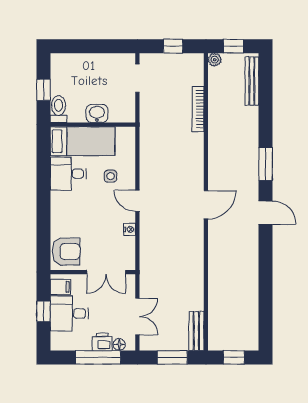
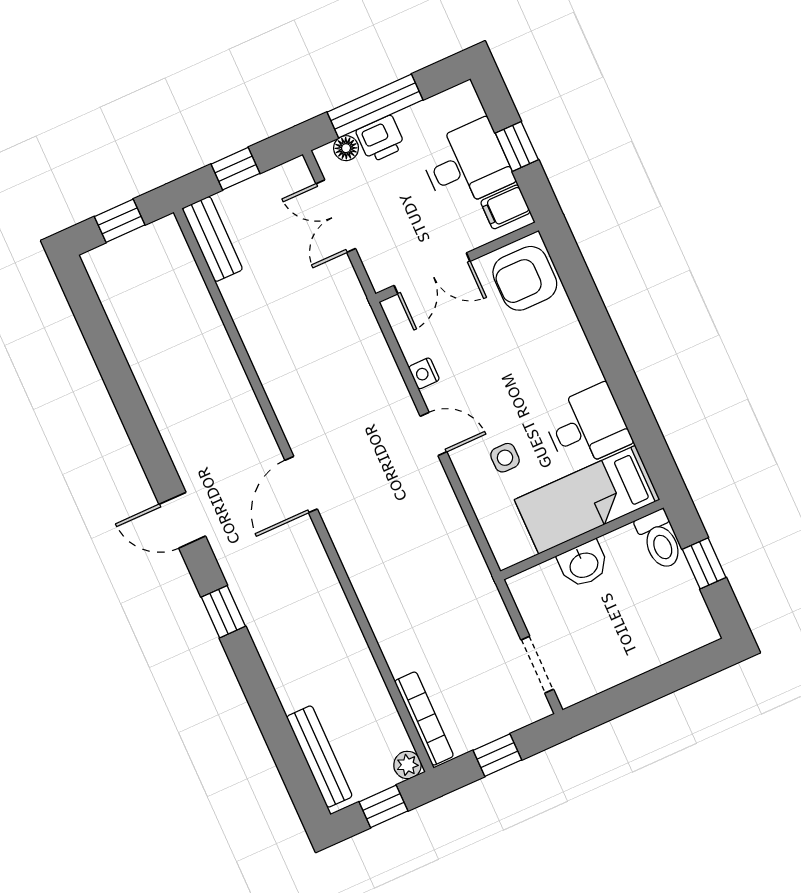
bookcase: (198, 109) -> (424, 719), moved
window: (266, 164) -> (223, 612), width x0.67
double door: (106, 272) -> (432, 273), swing flipped
window: (172, 357) -> (235, 169), width x0.67

